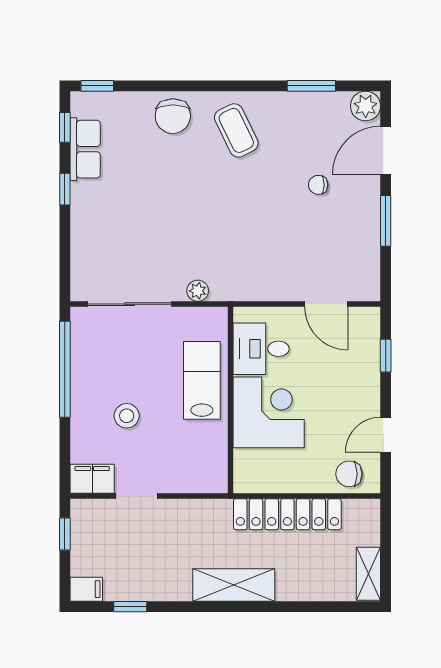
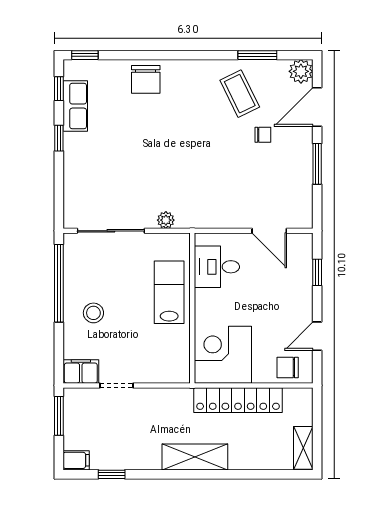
coffee table: (236, 130) -> (240, 94), moved
chair: (318, 185) -> (263, 135), turned 180
corner desk: (269, 412) -> (223, 355), moved, turned -90
stool: (127, 416) -> (93, 313), moved
window: (65, 534) -> (59, 416), width x1.50

